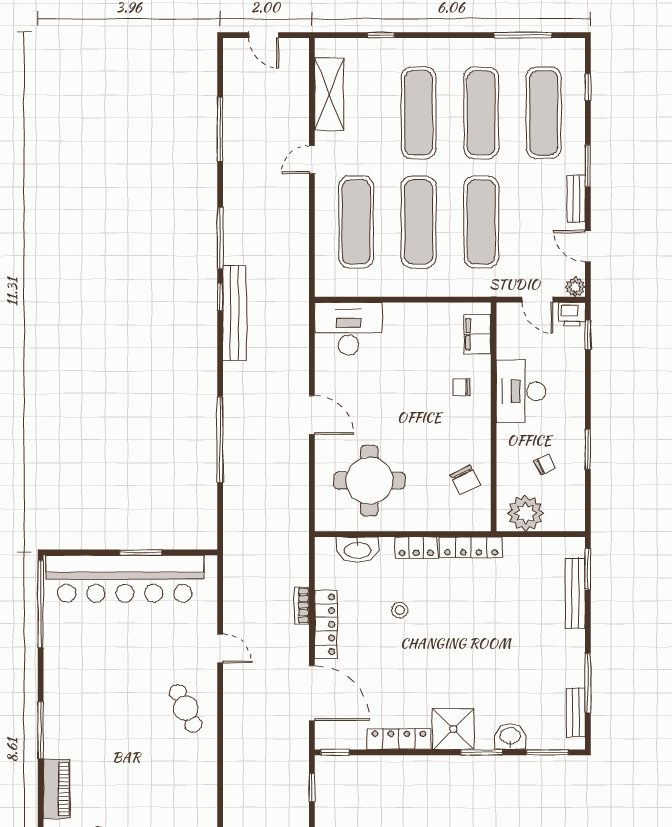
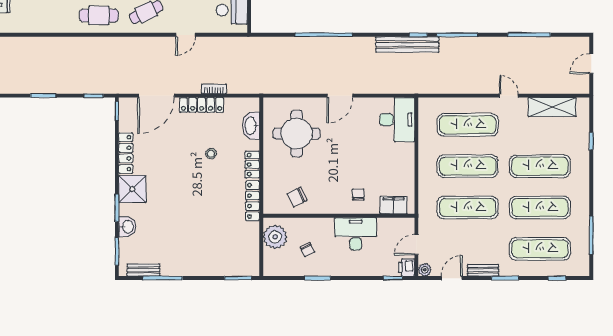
bench: (575, 593) -> (222, 270), removed
cafe table: (191, 780) -> (99, 16), added

